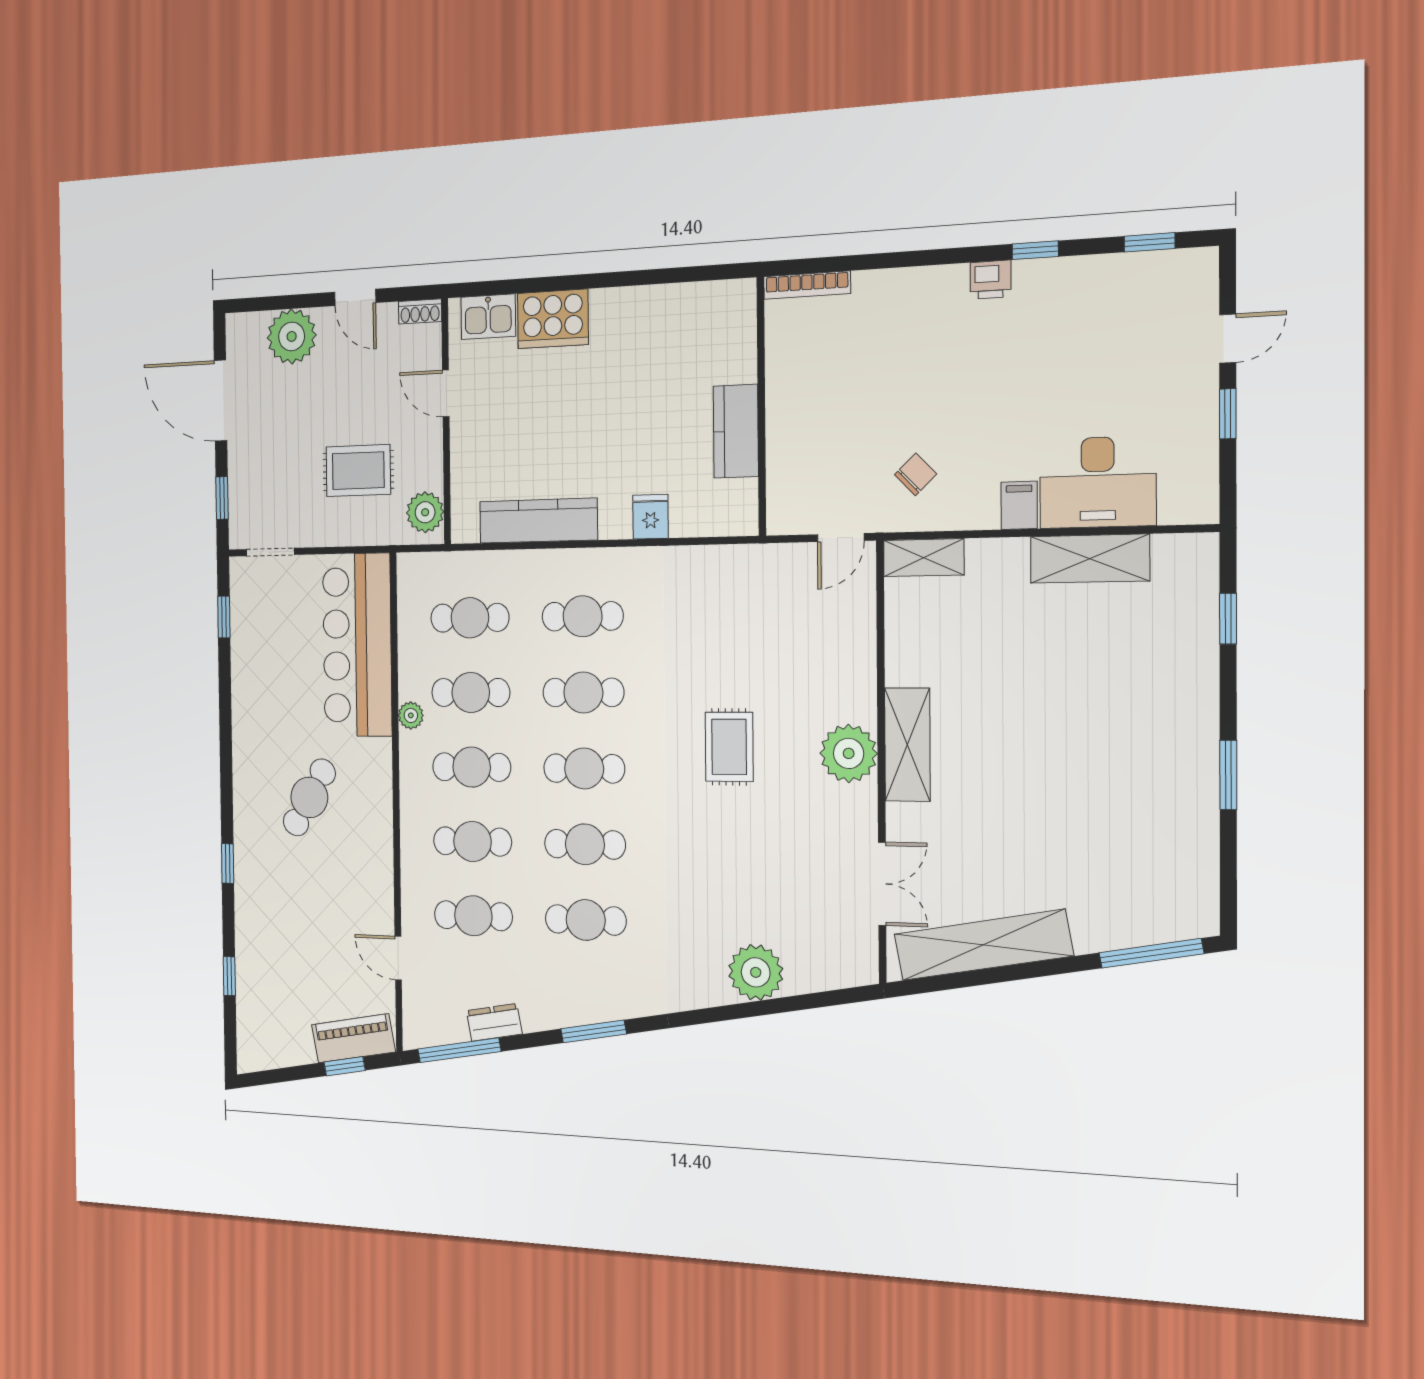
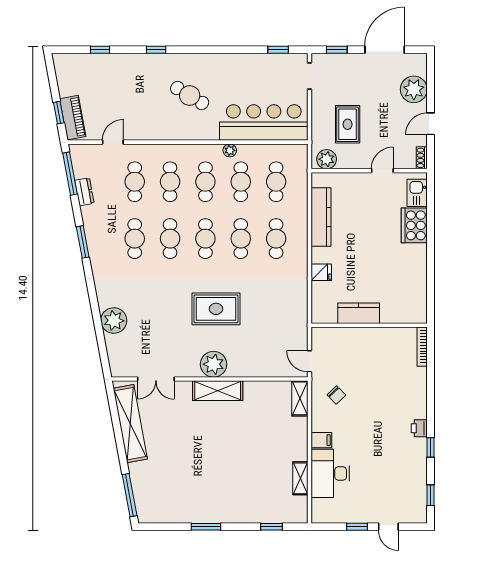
shelving: (1090, 559) -> (300, 478), width x0.67, depth x0.75
rug: (729, 747) -> (216, 309), width x1.36, depth x1.43

